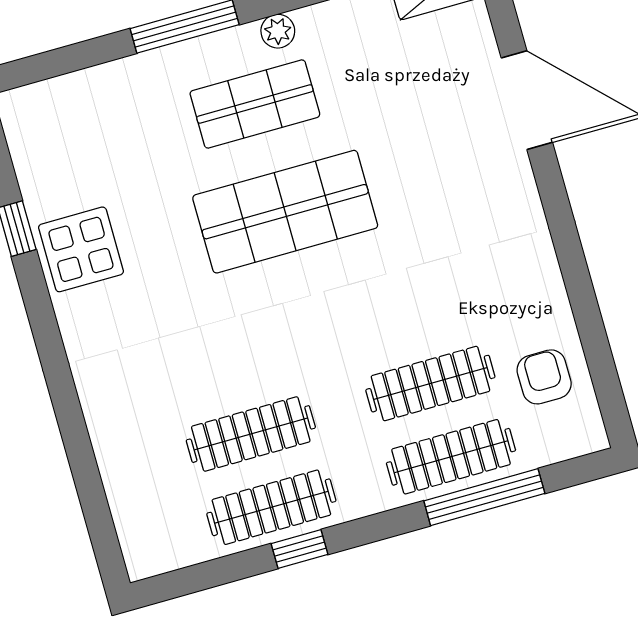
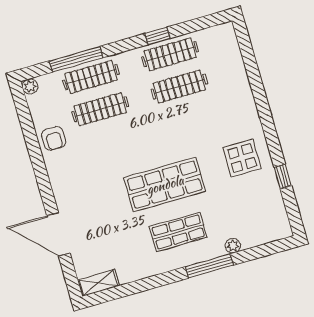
plant: (278, 31) -> (233, 246), moved
display table: (81, 249) -> (242, 158), moved
armchair: (544, 377) -> (54, 138), moved
plant: (590, 436) -> (30, 86), added

